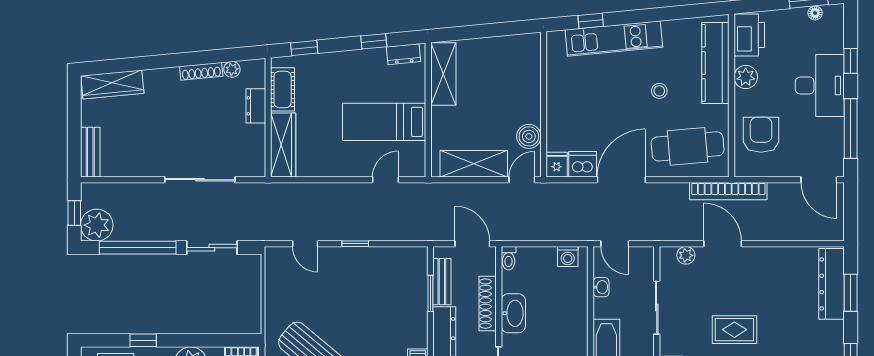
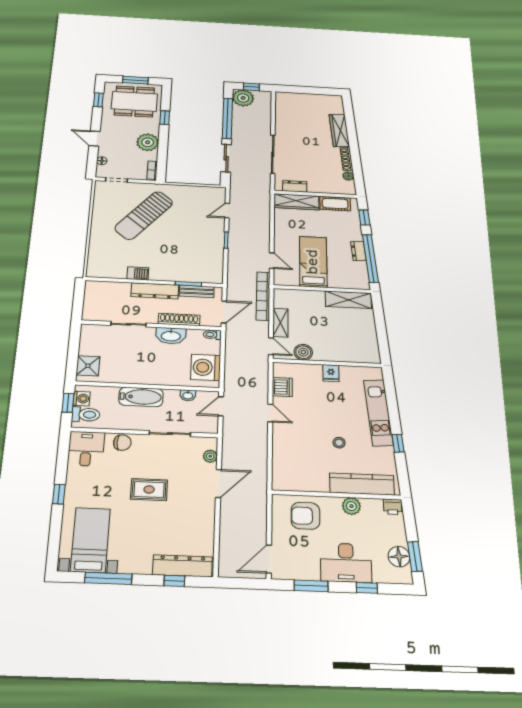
floor lamp: (815, 13) -> (399, 557), width x1.89, depth x1.89
window: (591, 21) -> (398, 443), moved
printer: (749, 35) -> (393, 507), width x0.53, depth x0.68
window: (374, 41) -> (370, 258), width x3.17
dresser: (404, 54) -> (358, 251), moved
wardrobe: (112, 84) -> (339, 131), moved
dresser: (256, 106) -> (295, 186), moved
window: (851, 128) -> (311, 586), width x0.69
armchair: (761, 135) -> (305, 516), turned 180
cafe table: (688, 146) -> (296, 461), removed
bench: (90, 152) -> (292, 97), removed
shelving: (474, 164) -> (280, 323), width x0.67, depth x0.75
fridge: (557, 165) -> (331, 373), moved, turned 90
door: (621, 180) -> (270, 413), width x0.53
bookcase: (728, 191) -> (263, 296), moved
washing machine: (568, 256) -> (206, 367), width x1.89, depth x1.89
window: (851, 293) -> (174, 581), width x0.67
rug: (734, 330) -> (149, 489), turned 90

